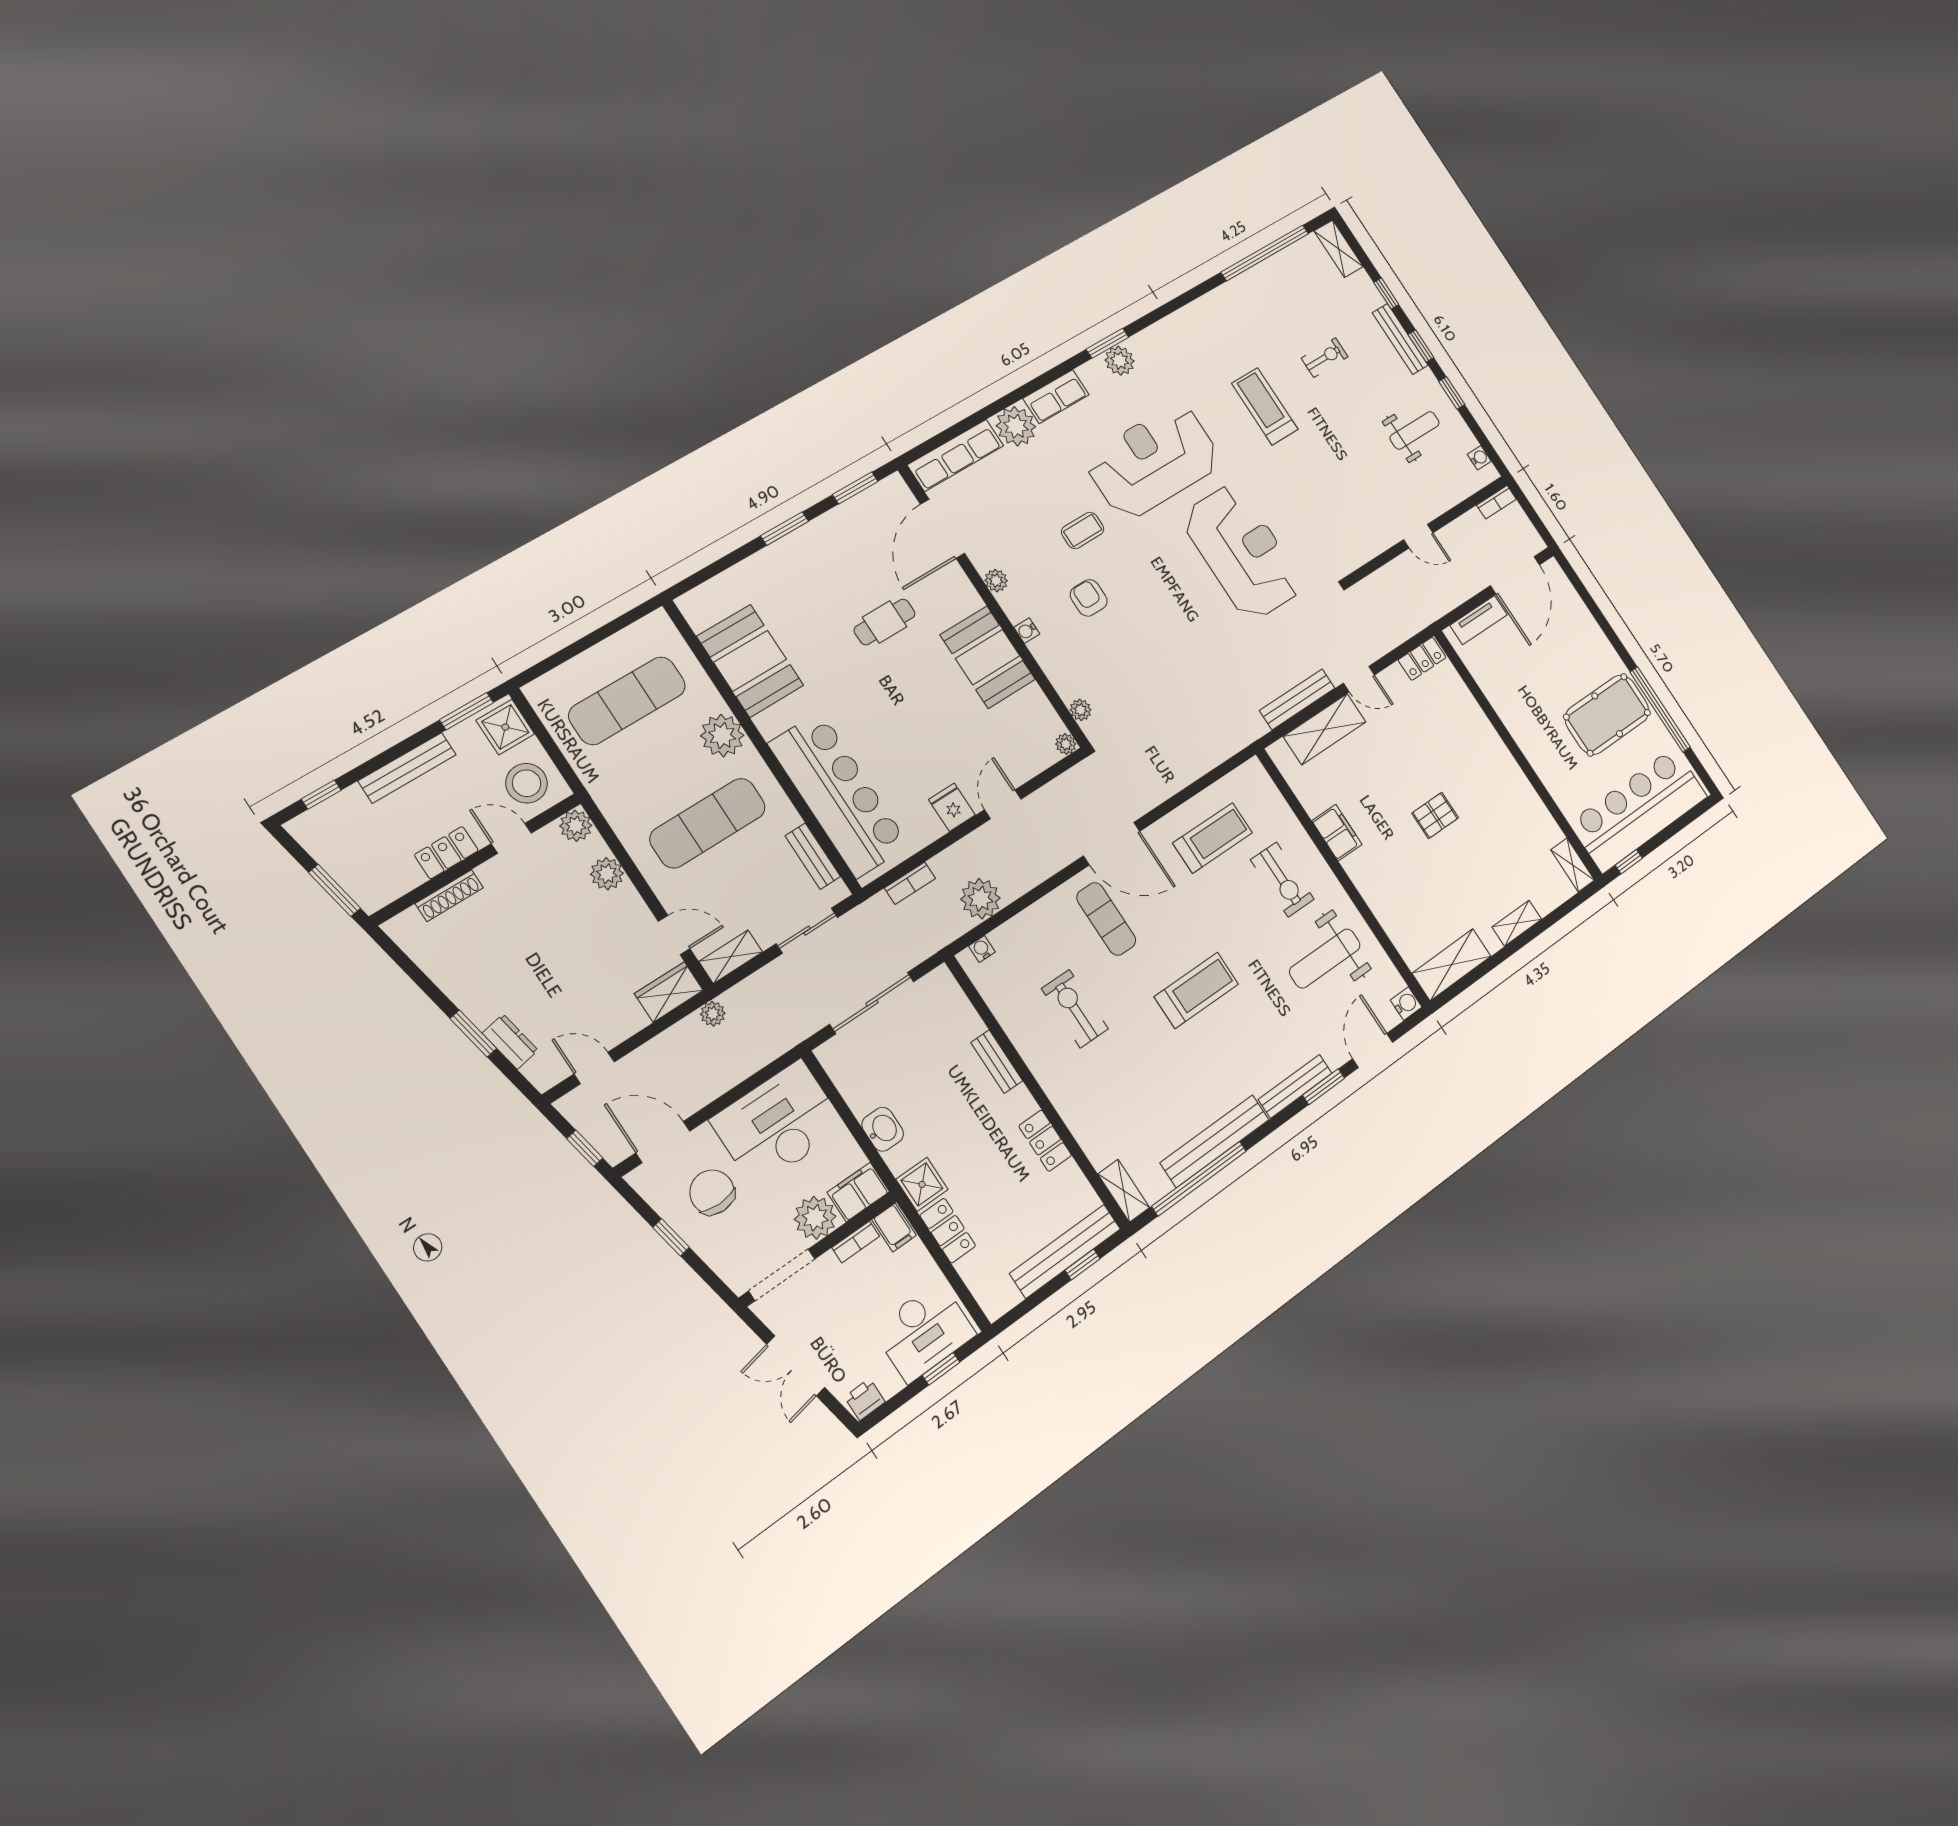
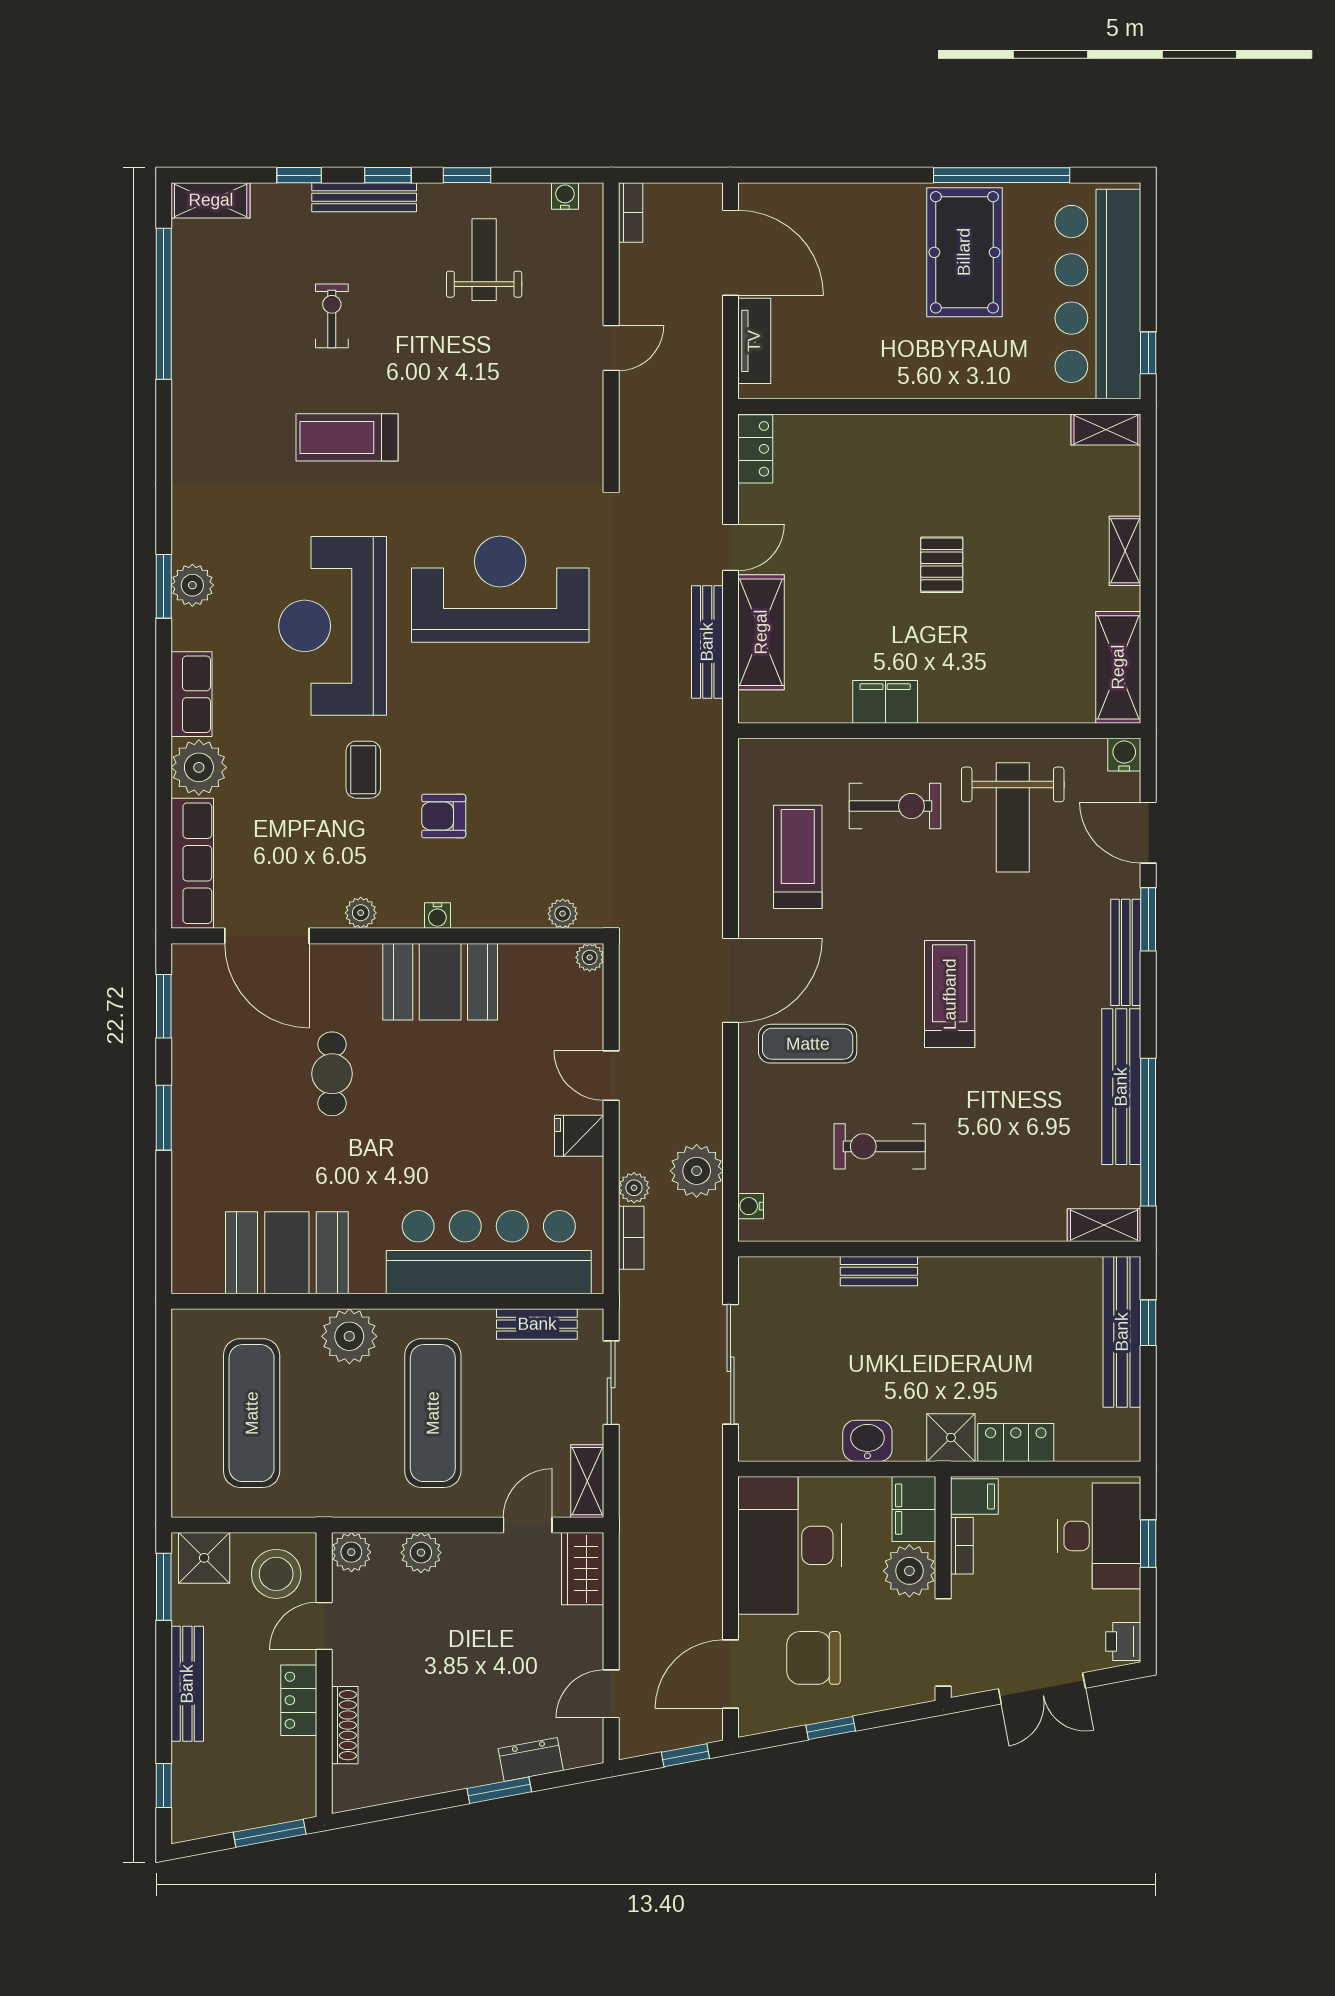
plant: (713, 1014) -> (634, 1188), moved
locker: (1045, 1141) -> (995, 1275), removed

